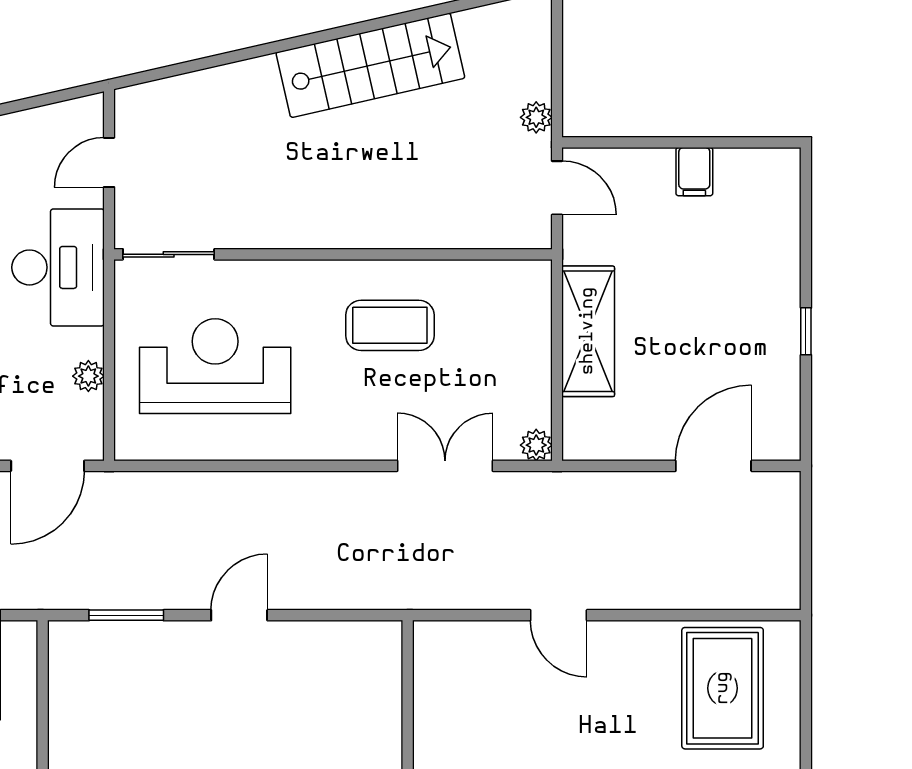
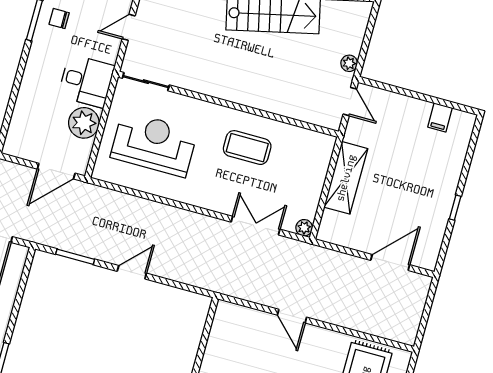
filing cabinet: (694, 172) -> (440, 117), moved
desk: (58, 267) -> (86, 81), width x0.73
plant: (88, 376) -> (84, 123), width x1.88, depth x1.88

